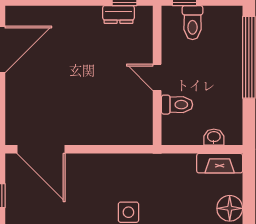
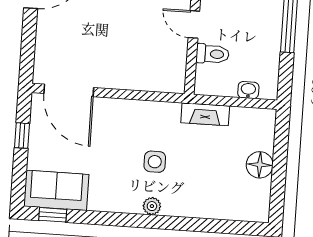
fireplace: (220, 163) -> (205, 114), moved

